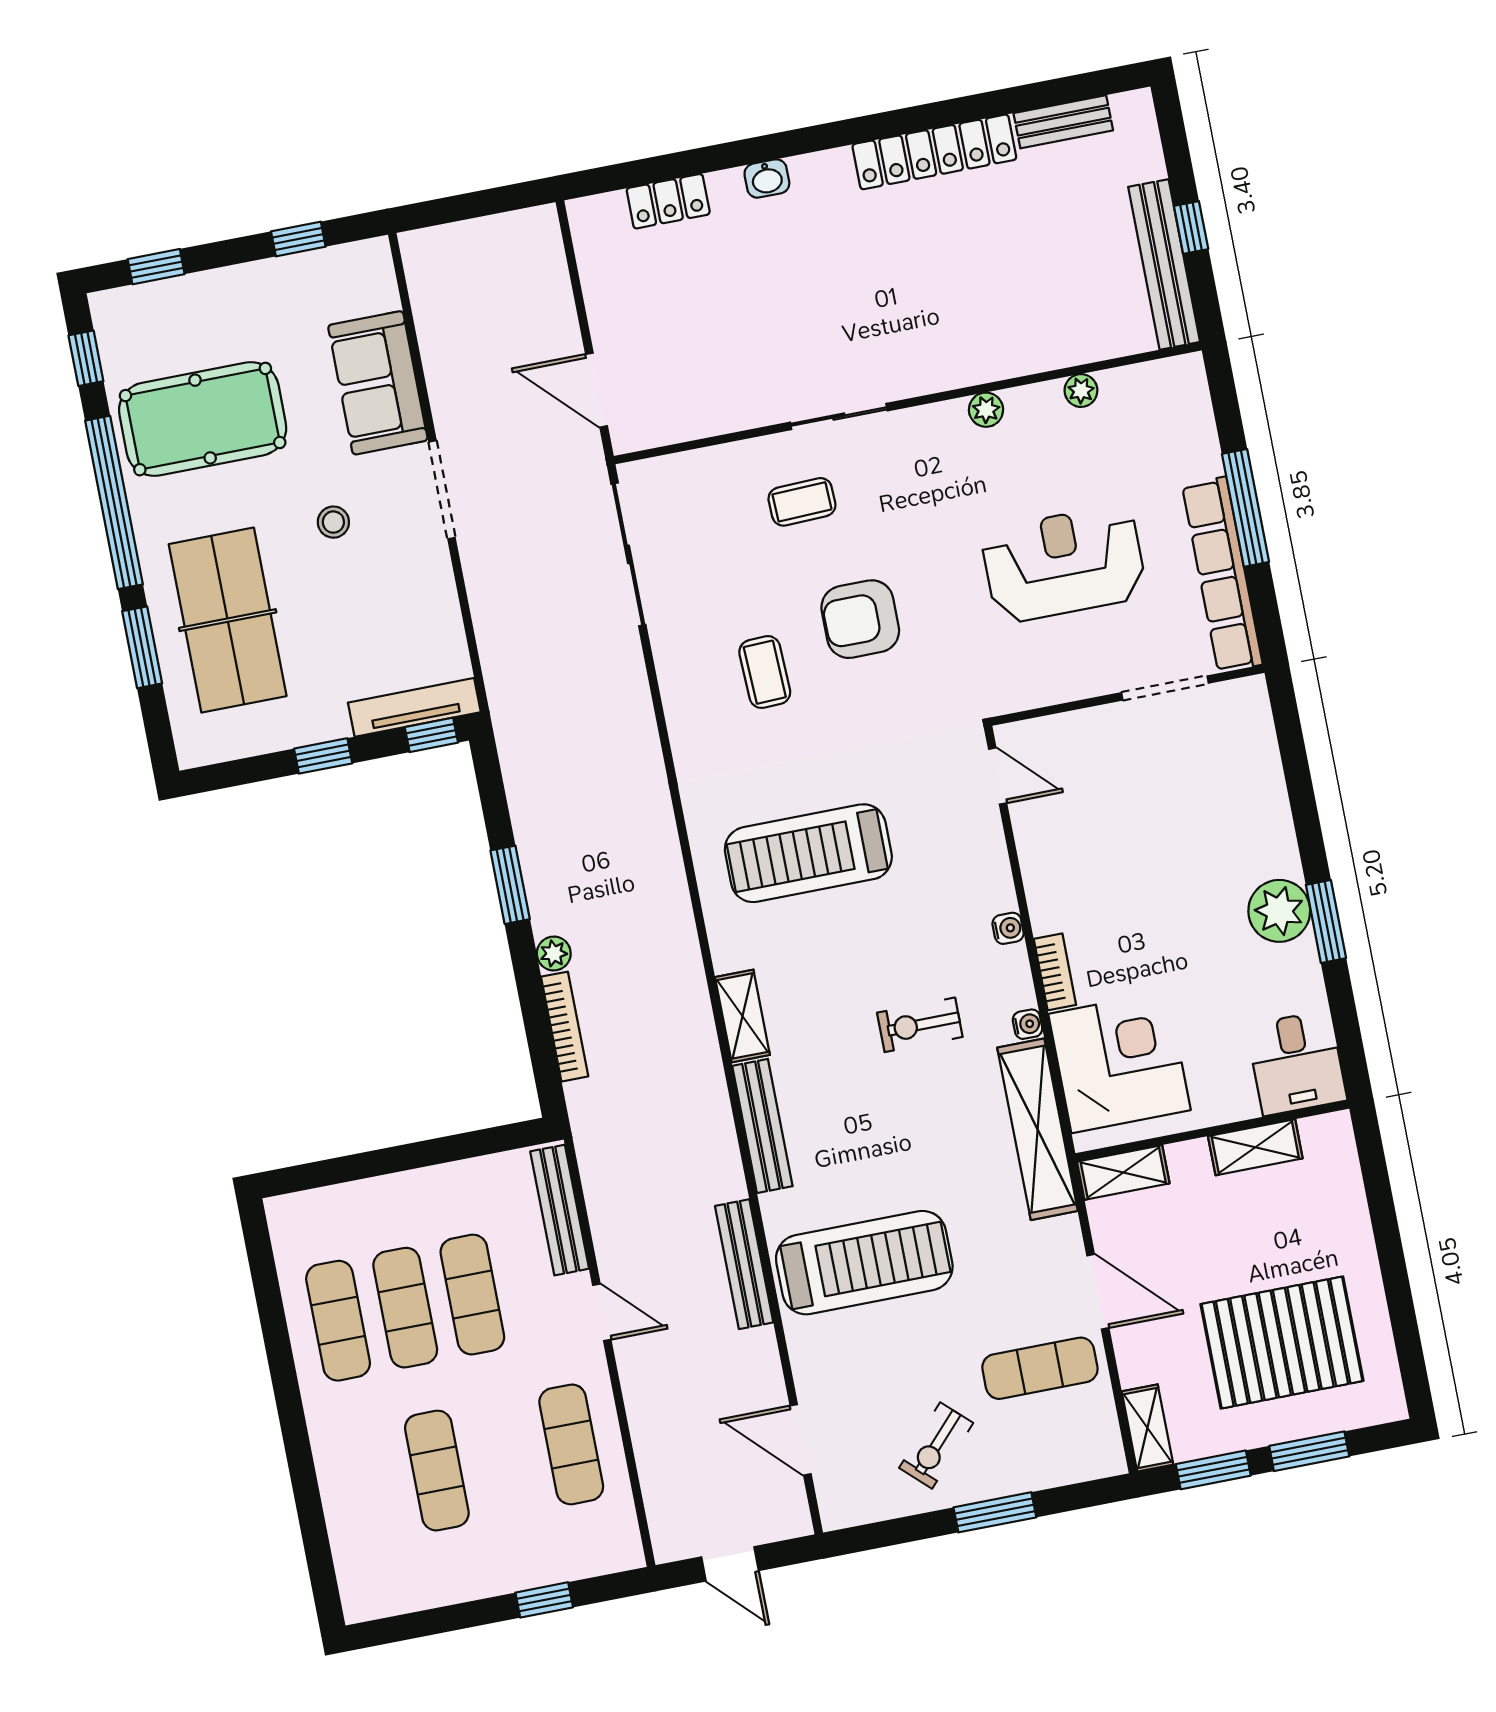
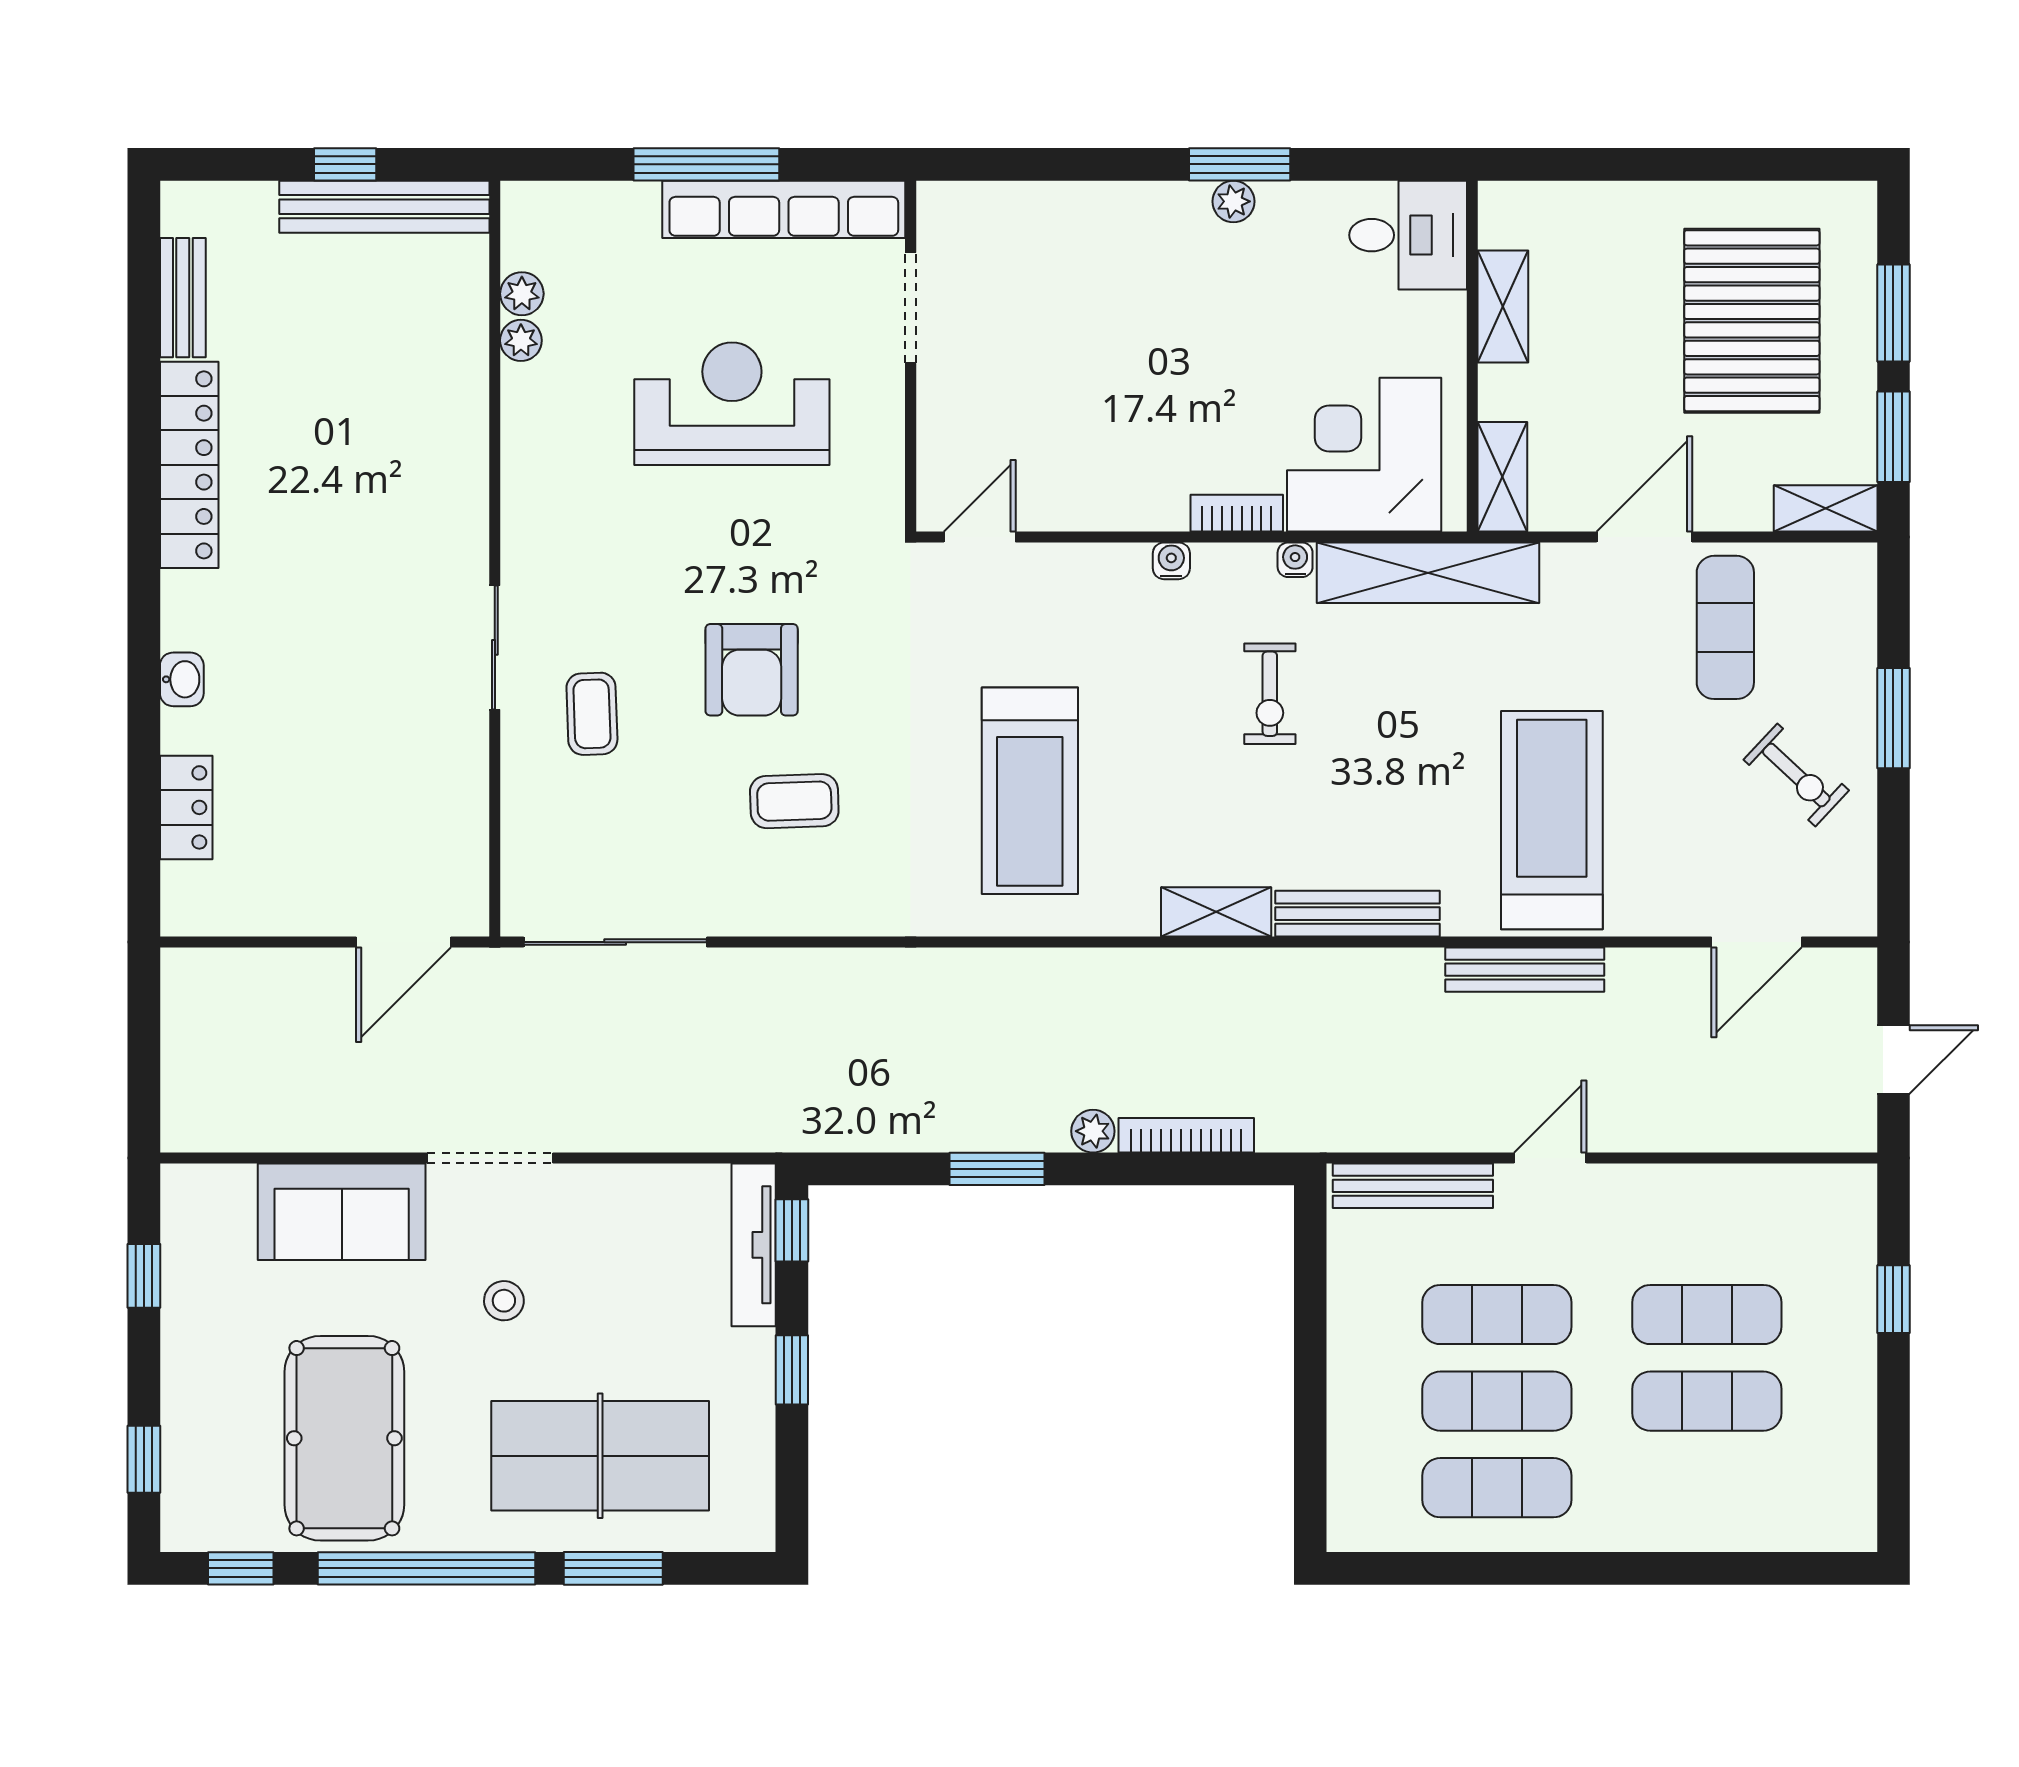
plant: (986, 410) -> (522, 294), moved
reception desk: (1064, 564) -> (732, 404), turned 90
plant: (1279, 911) -> (1233, 201), width x0.53, depth x0.53
exercise mat: (571, 1444) -> (1707, 1315), moved

